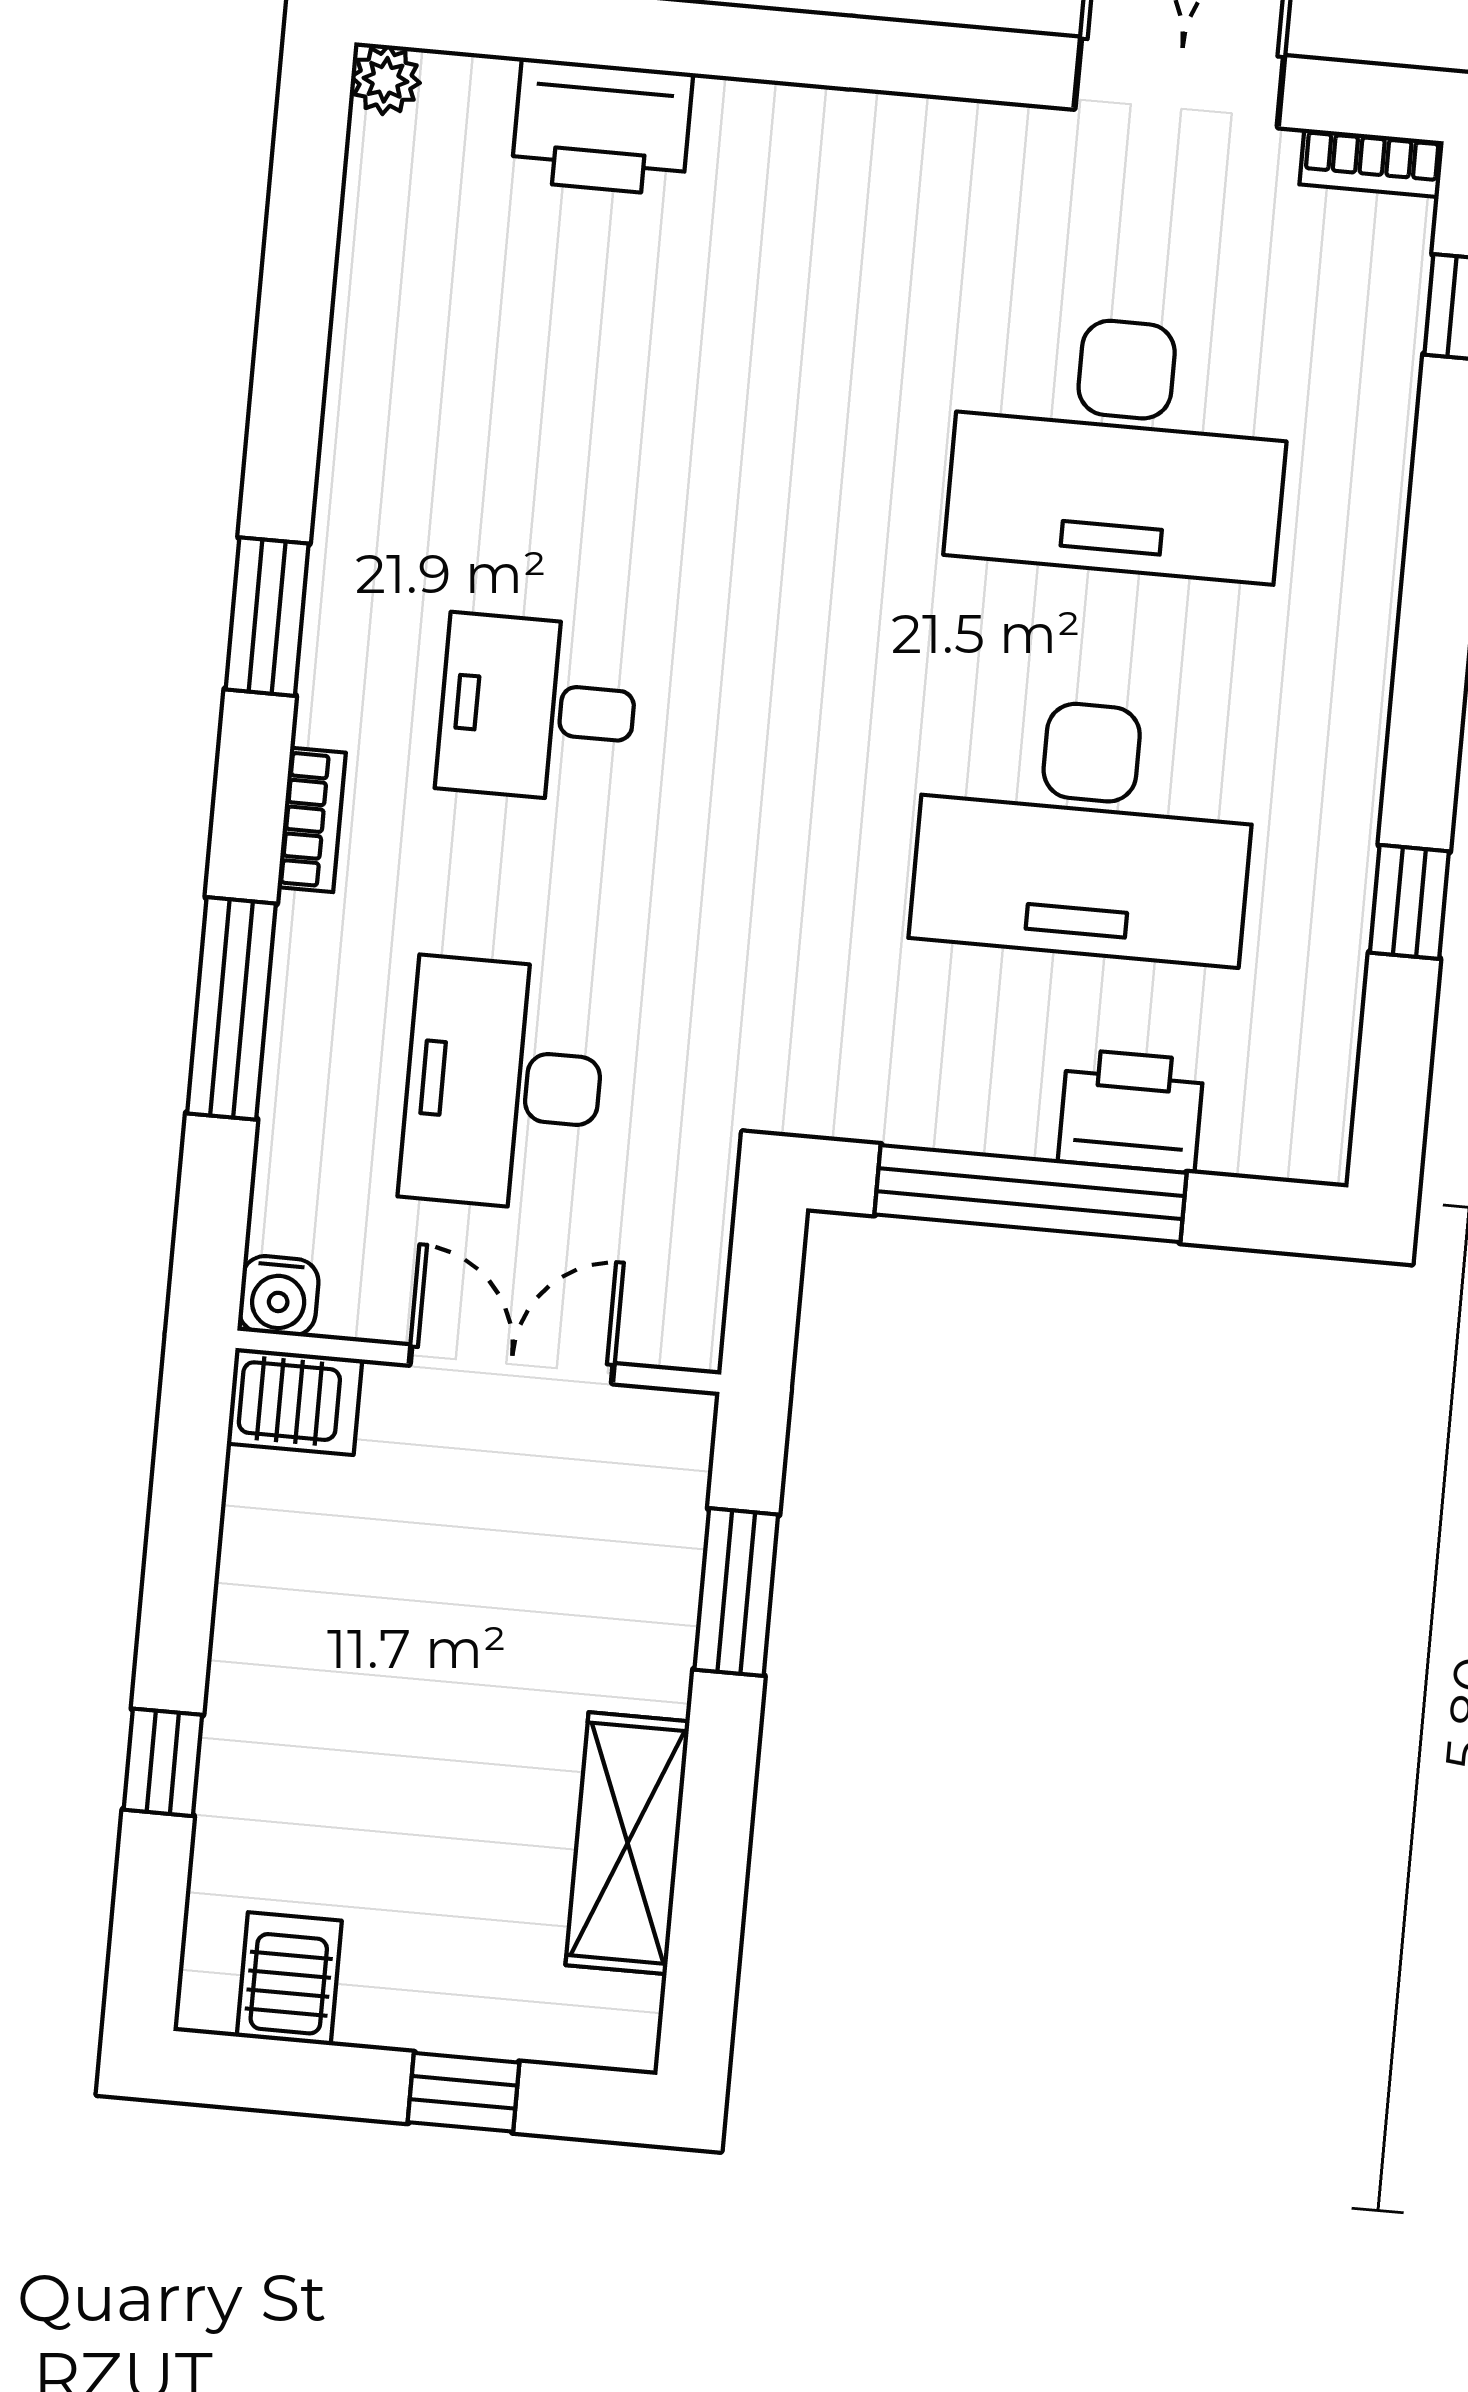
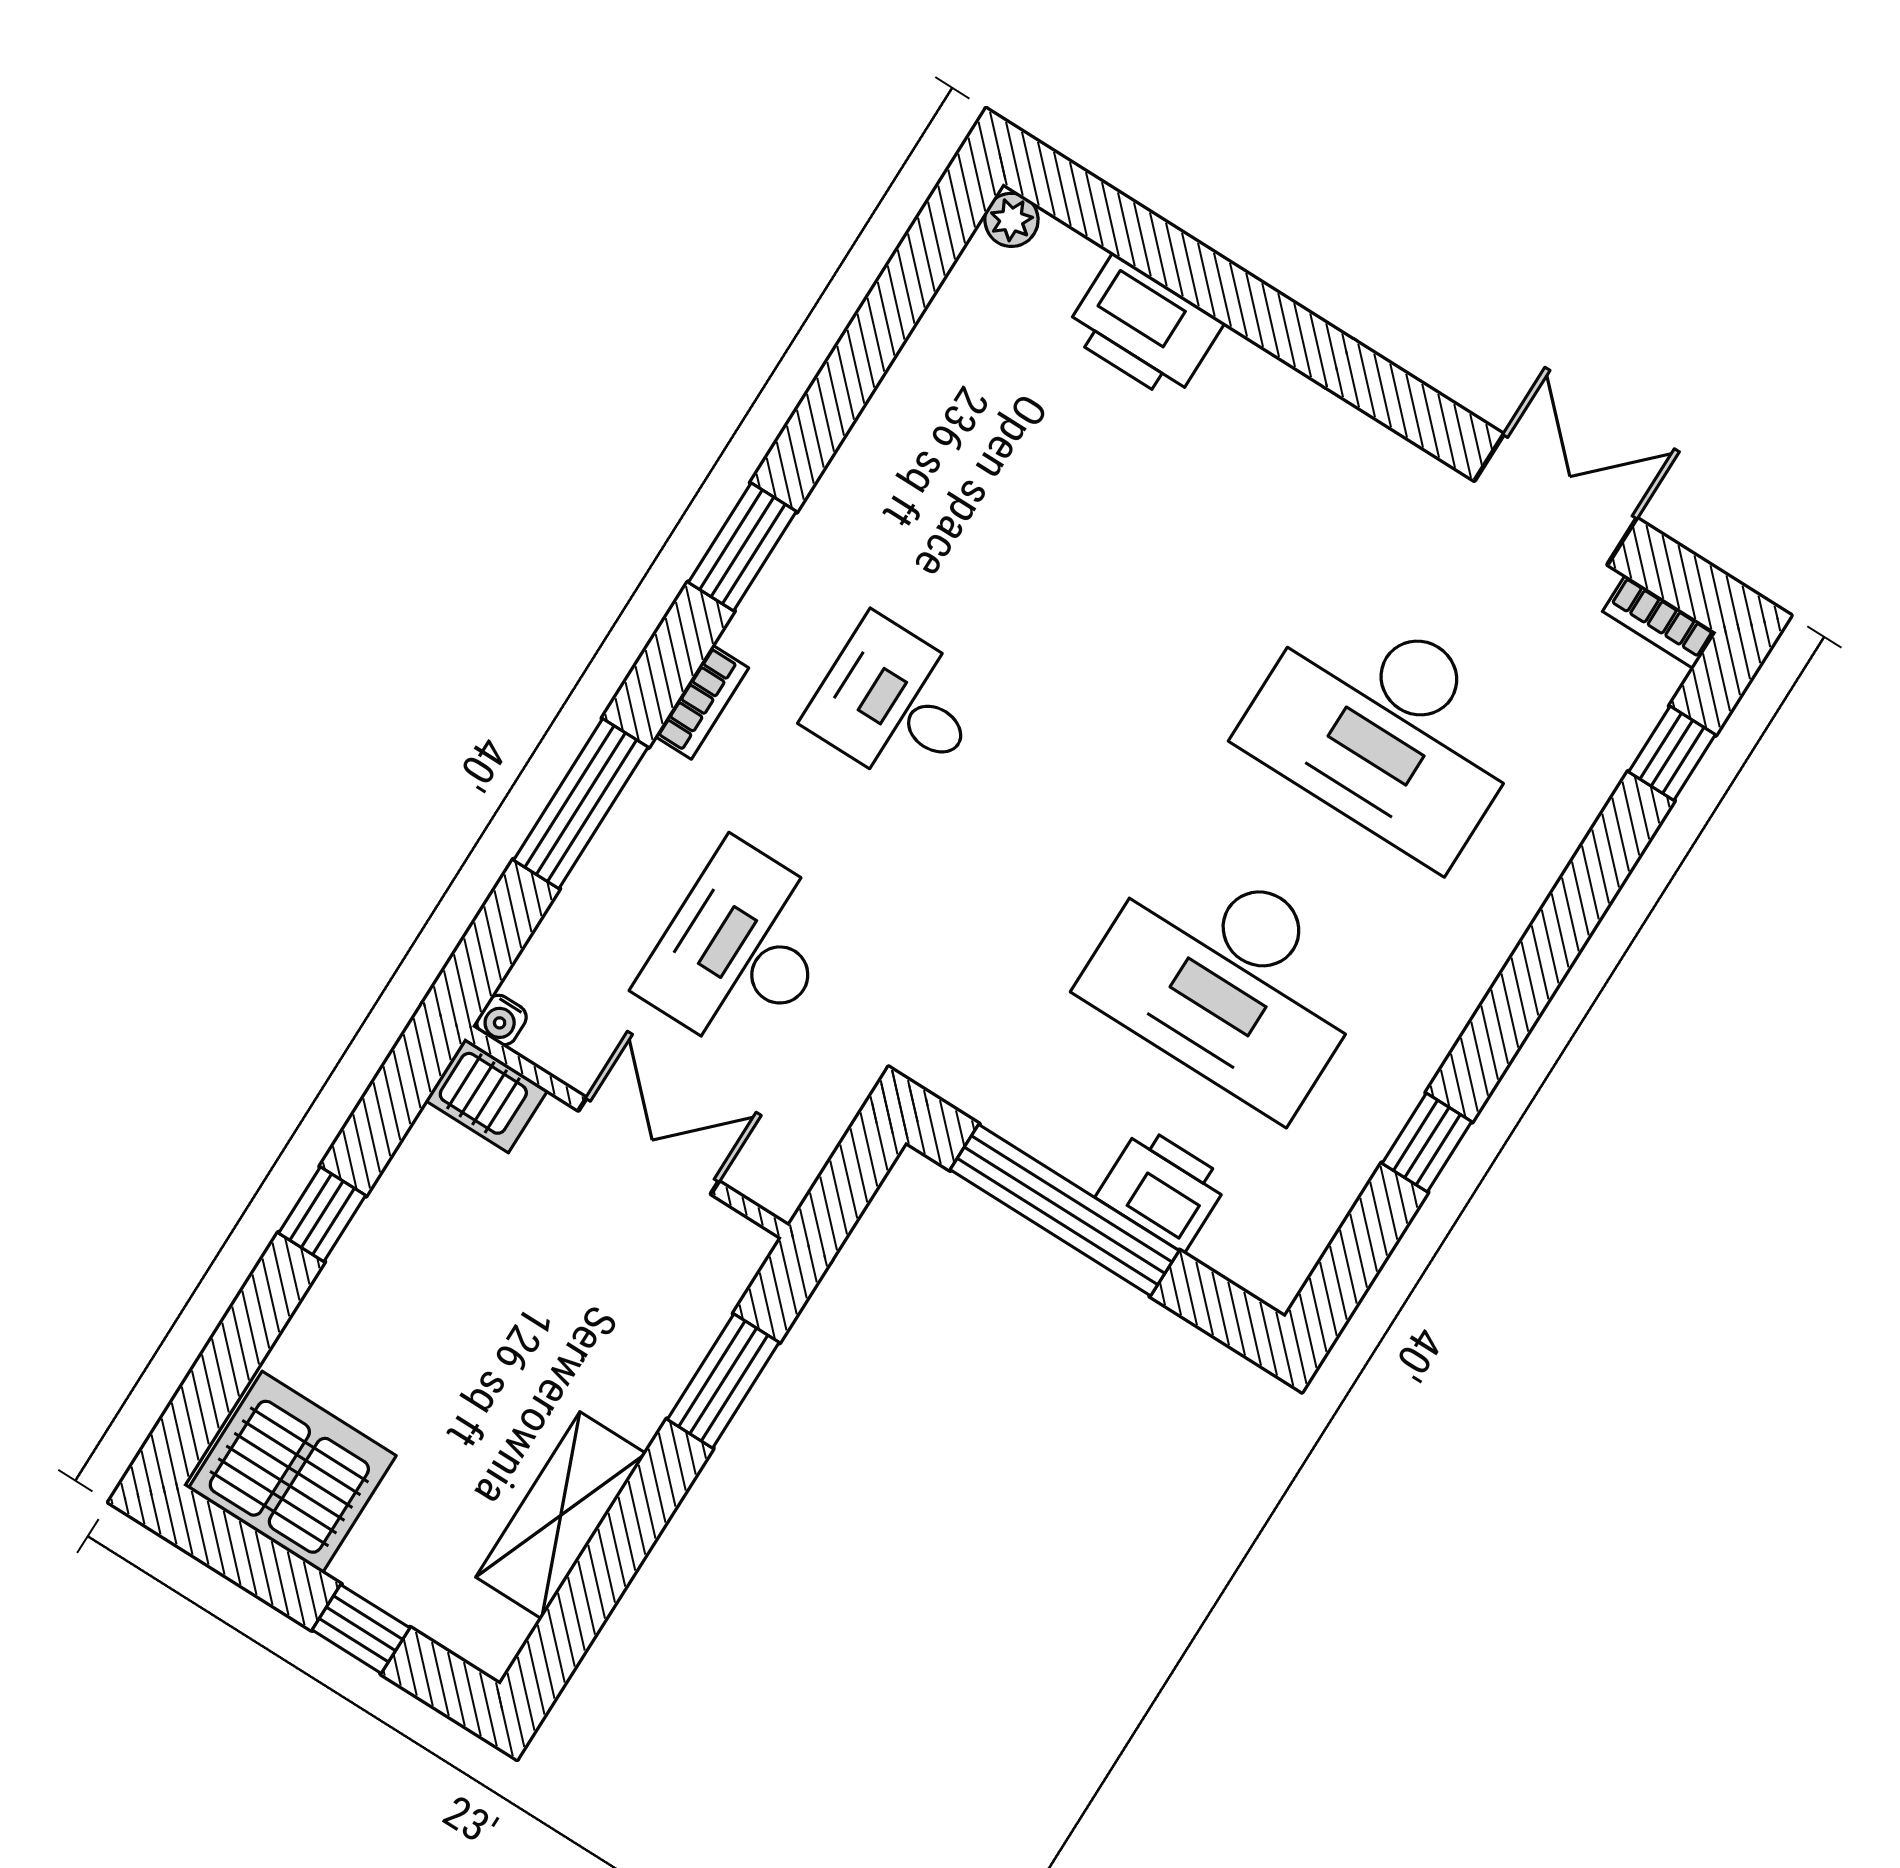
water cooler: (279, 1296) -> (501, 1020), width x0.72, depth x0.72
window: (163, 1762) -> (322, 1214), moved
server rack: (289, 1979) -> (292, 1472), width x2.18, depth x1.44

